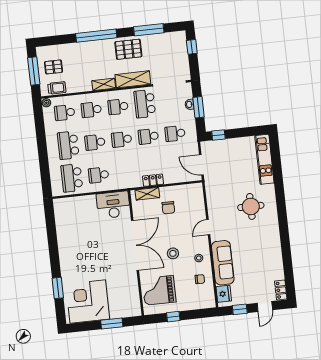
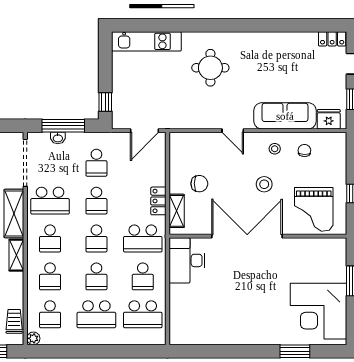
window: (198, 107) -> (63, 126), width x1.44
school desk: (125, 172) -> (143, 239), added

